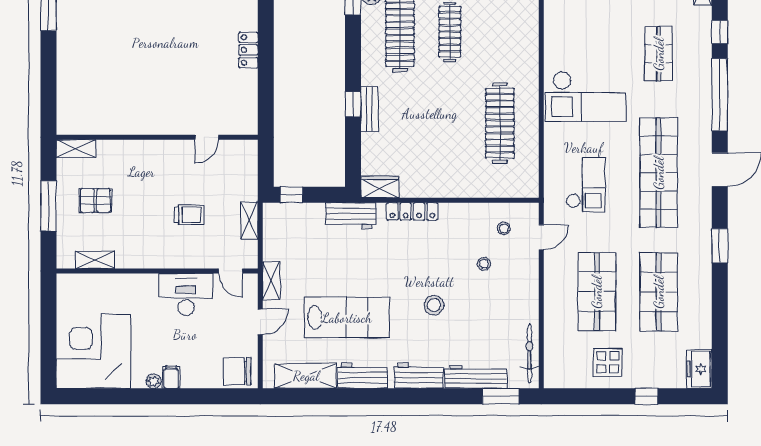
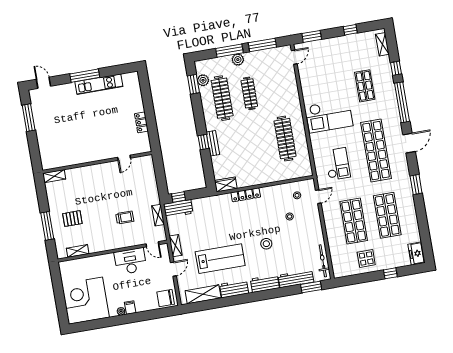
wall: (157, 137) -> (97, 162), moved
door: (207, 137) -> (124, 158), moved
shelving: (76, 149) -> (54, 176), moved
workbench: (351, 216) -> (178, 209), moved

